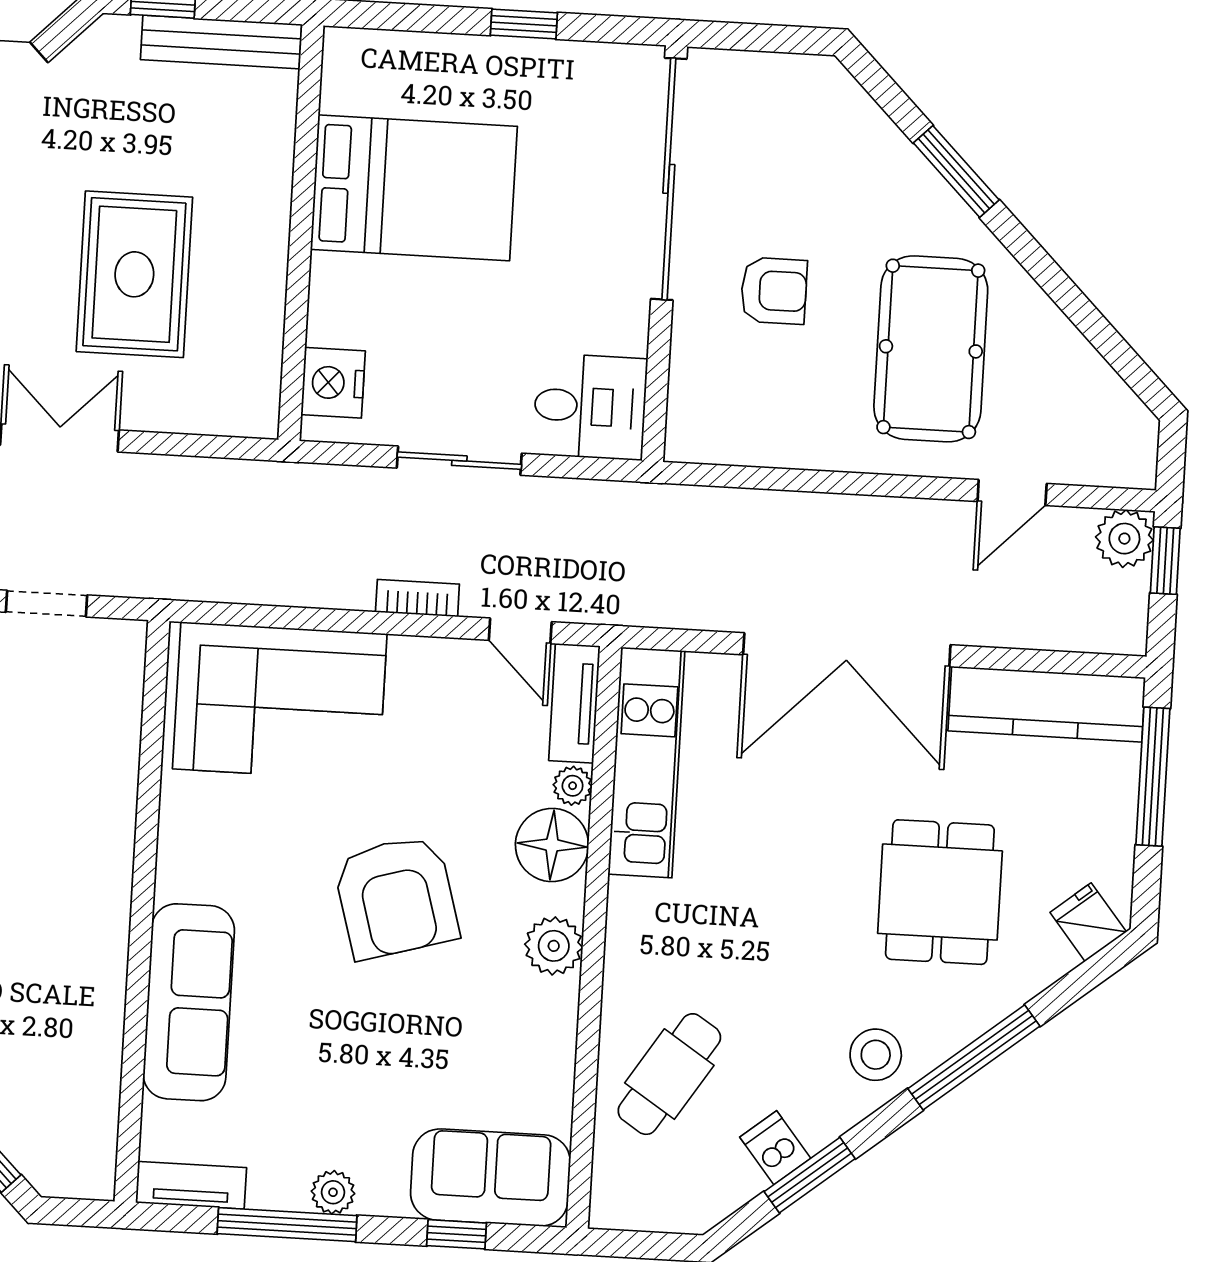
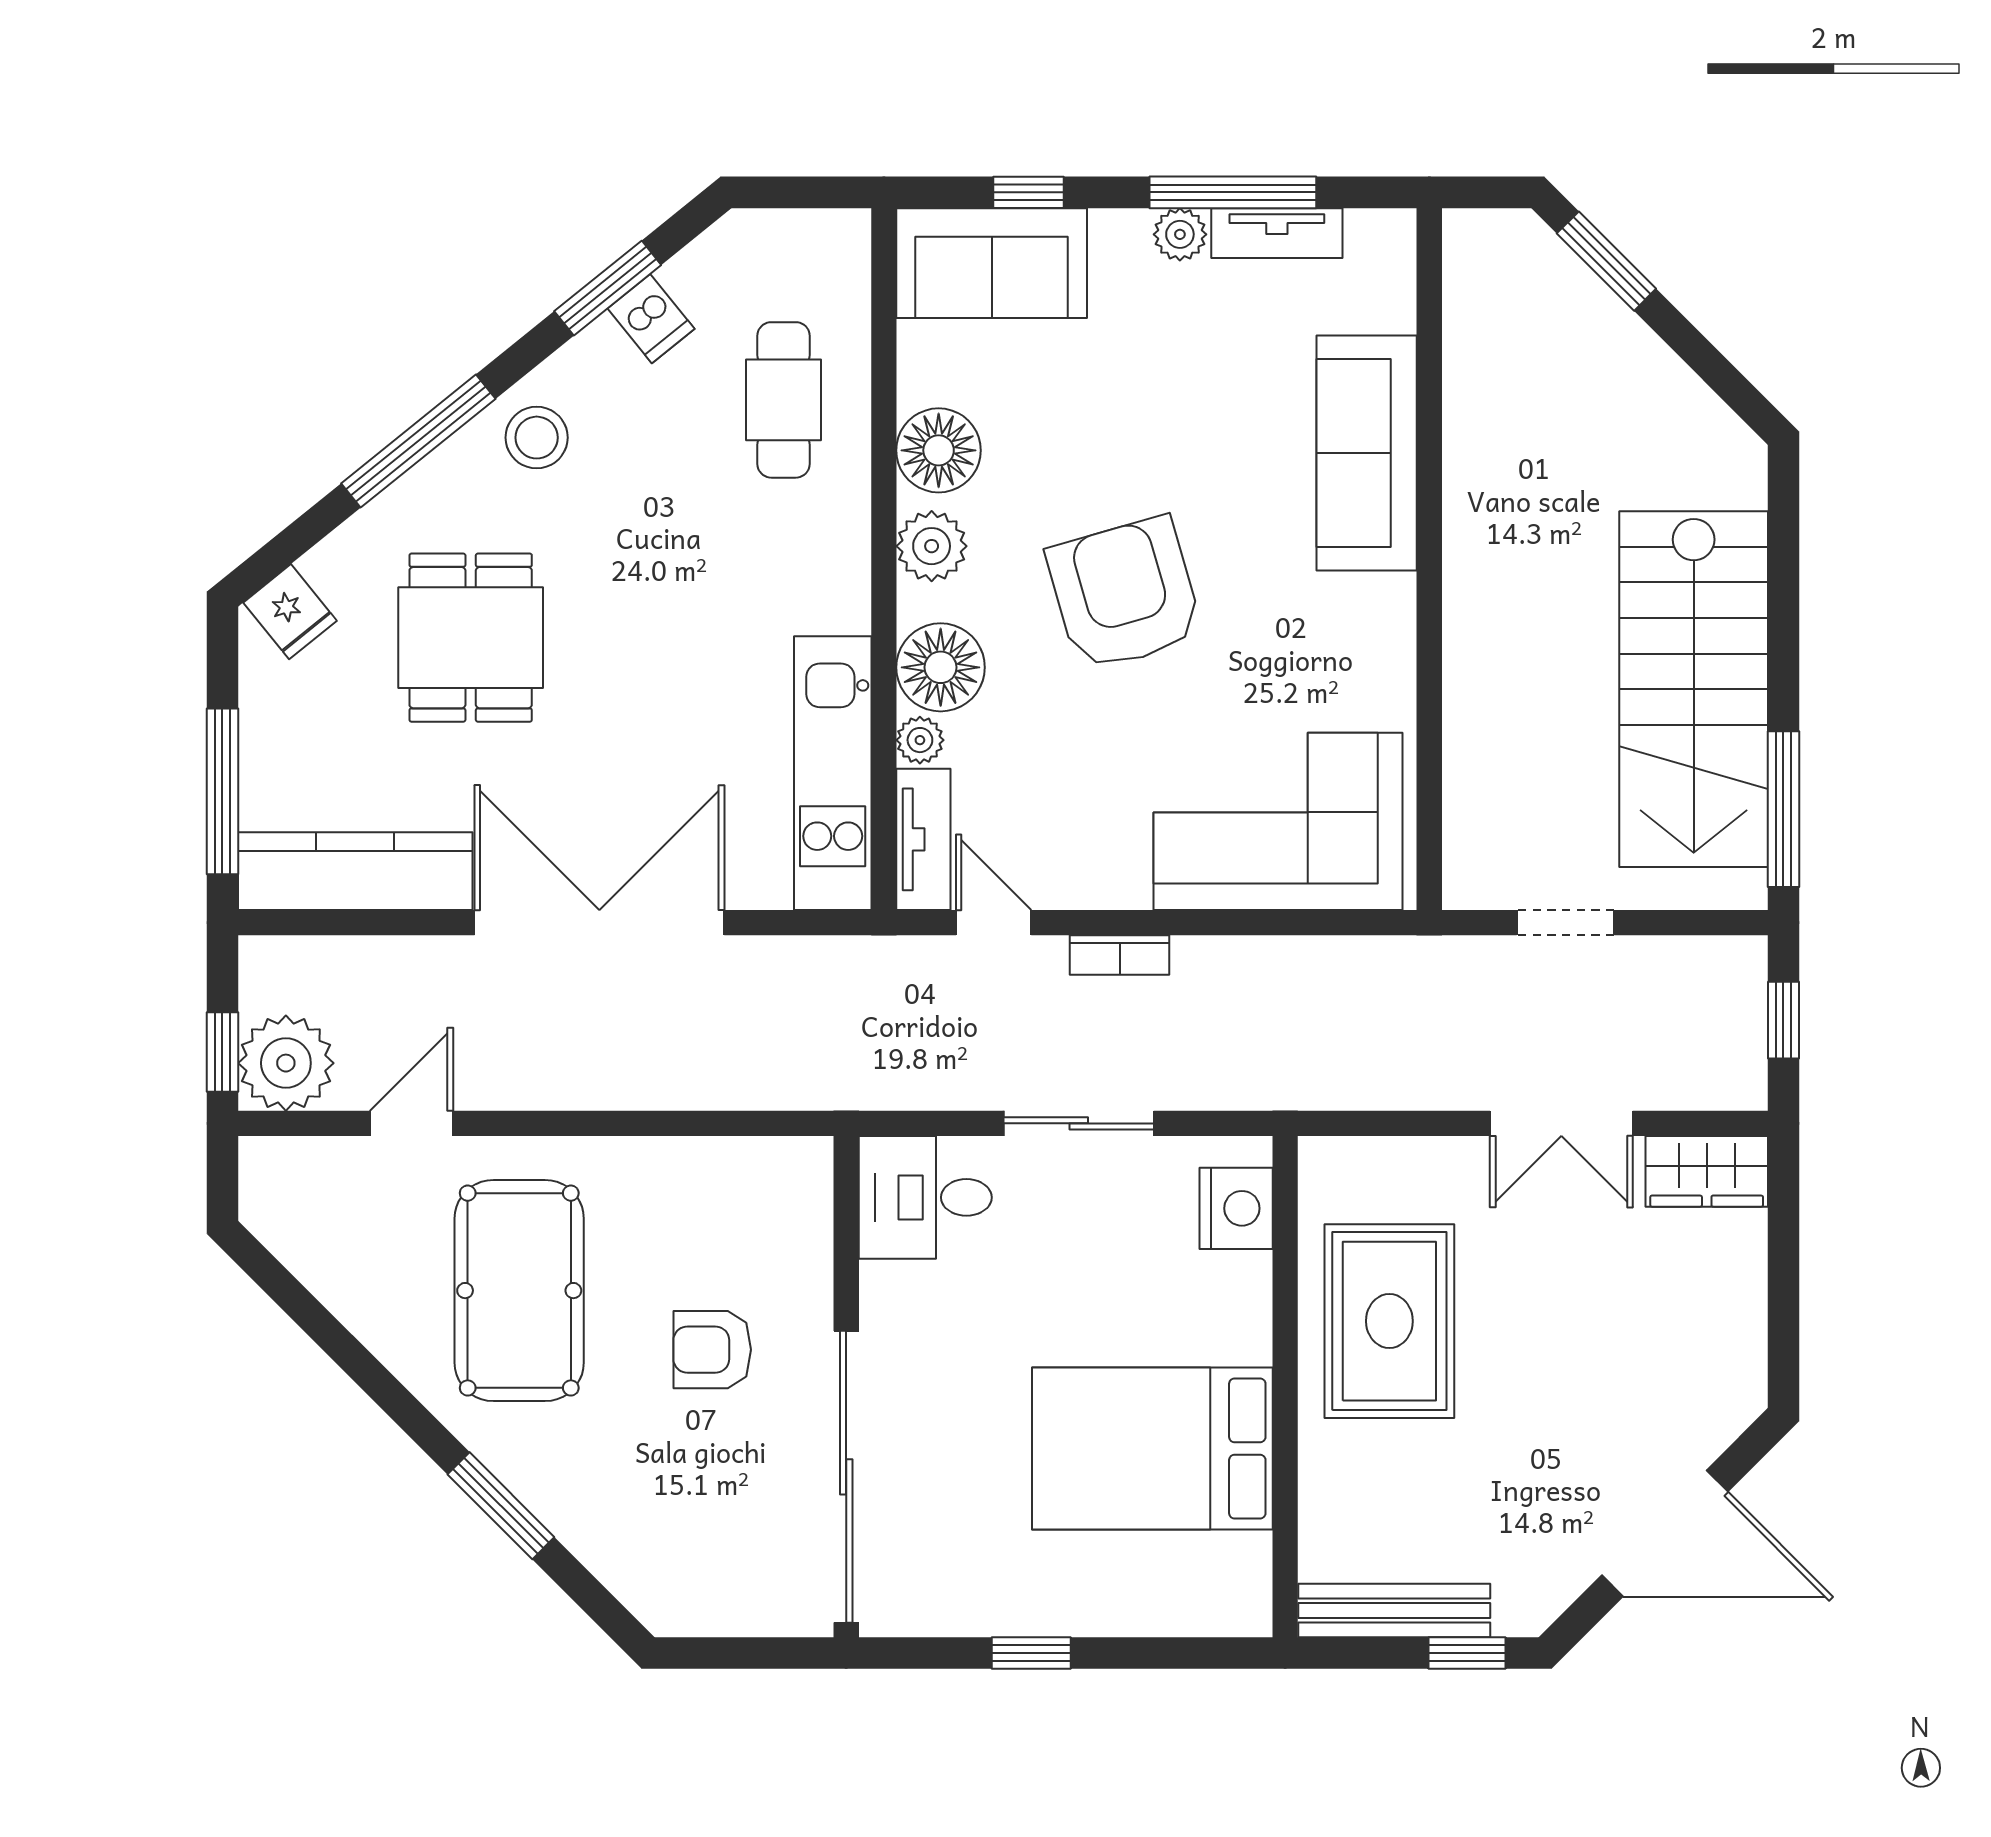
rug: (134, 274) -> (1389, 1321), moved
plant: (1124, 539) -> (286, 1063), width x1.36, depth x1.36
floor lamp: (543, 1025) -> (939, 450), added
cafe table: (669, 1074) -> (784, 400), turned -33
tv unit: (191, 1185) -> (1277, 233), moved

